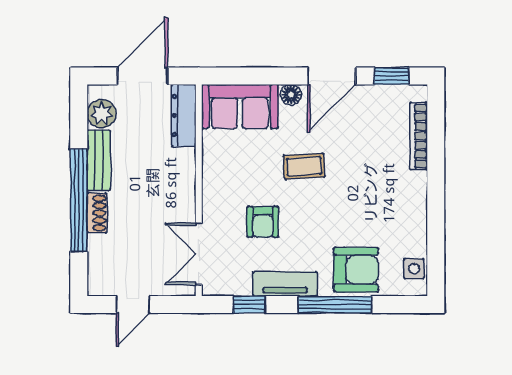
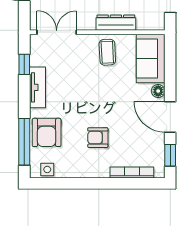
dresser: (184, 115) -> (116, 23), moved
coffee table: (304, 166) -> (107, 52), moved
armchair: (263, 222) -> (98, 138), moved
window: (335, 305) -> (24, 142), moved

